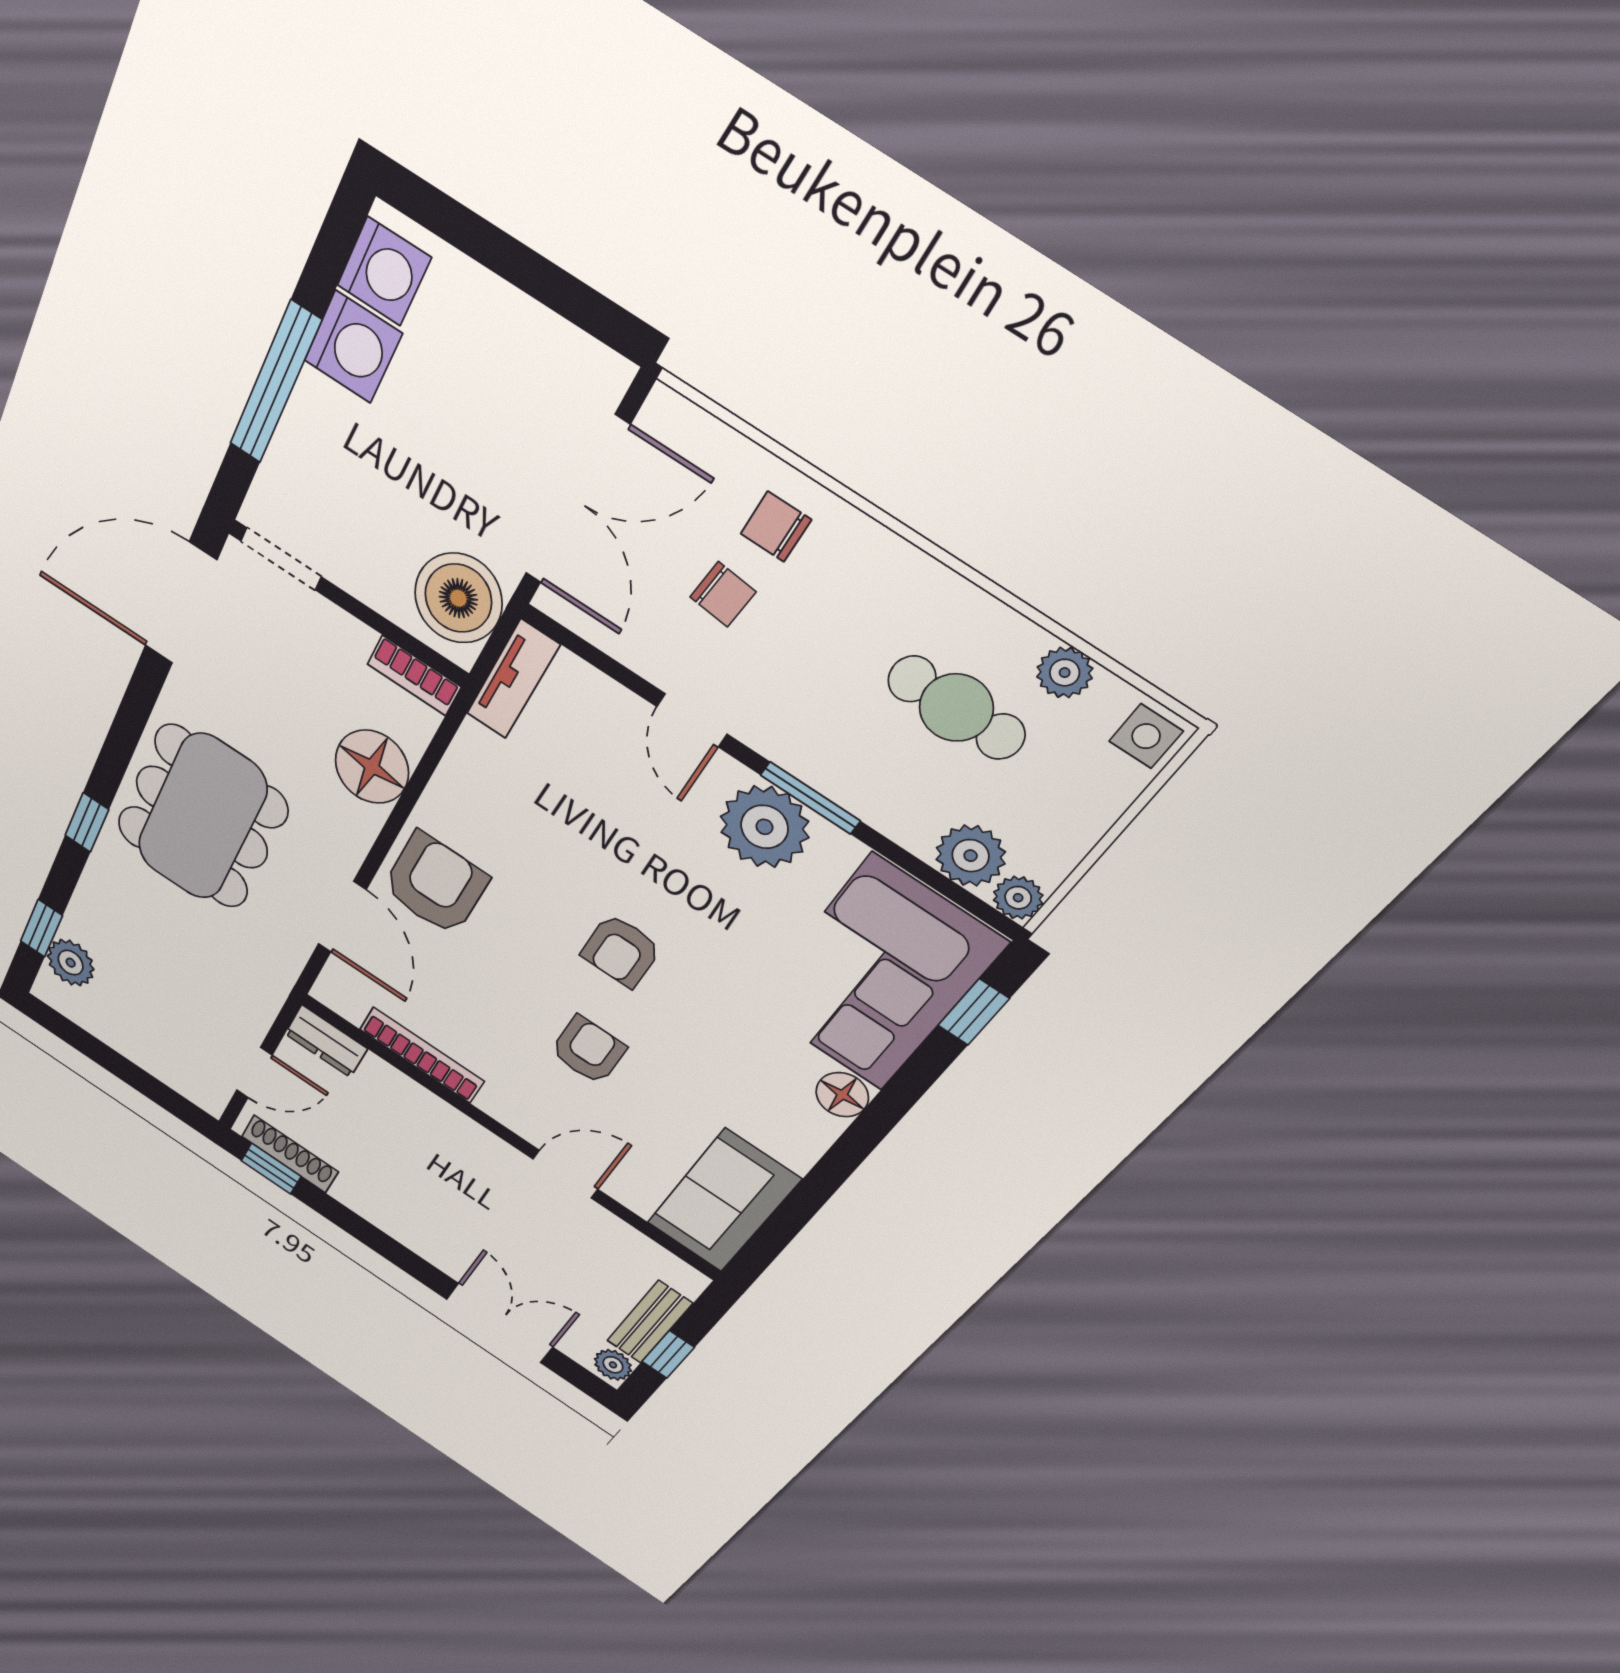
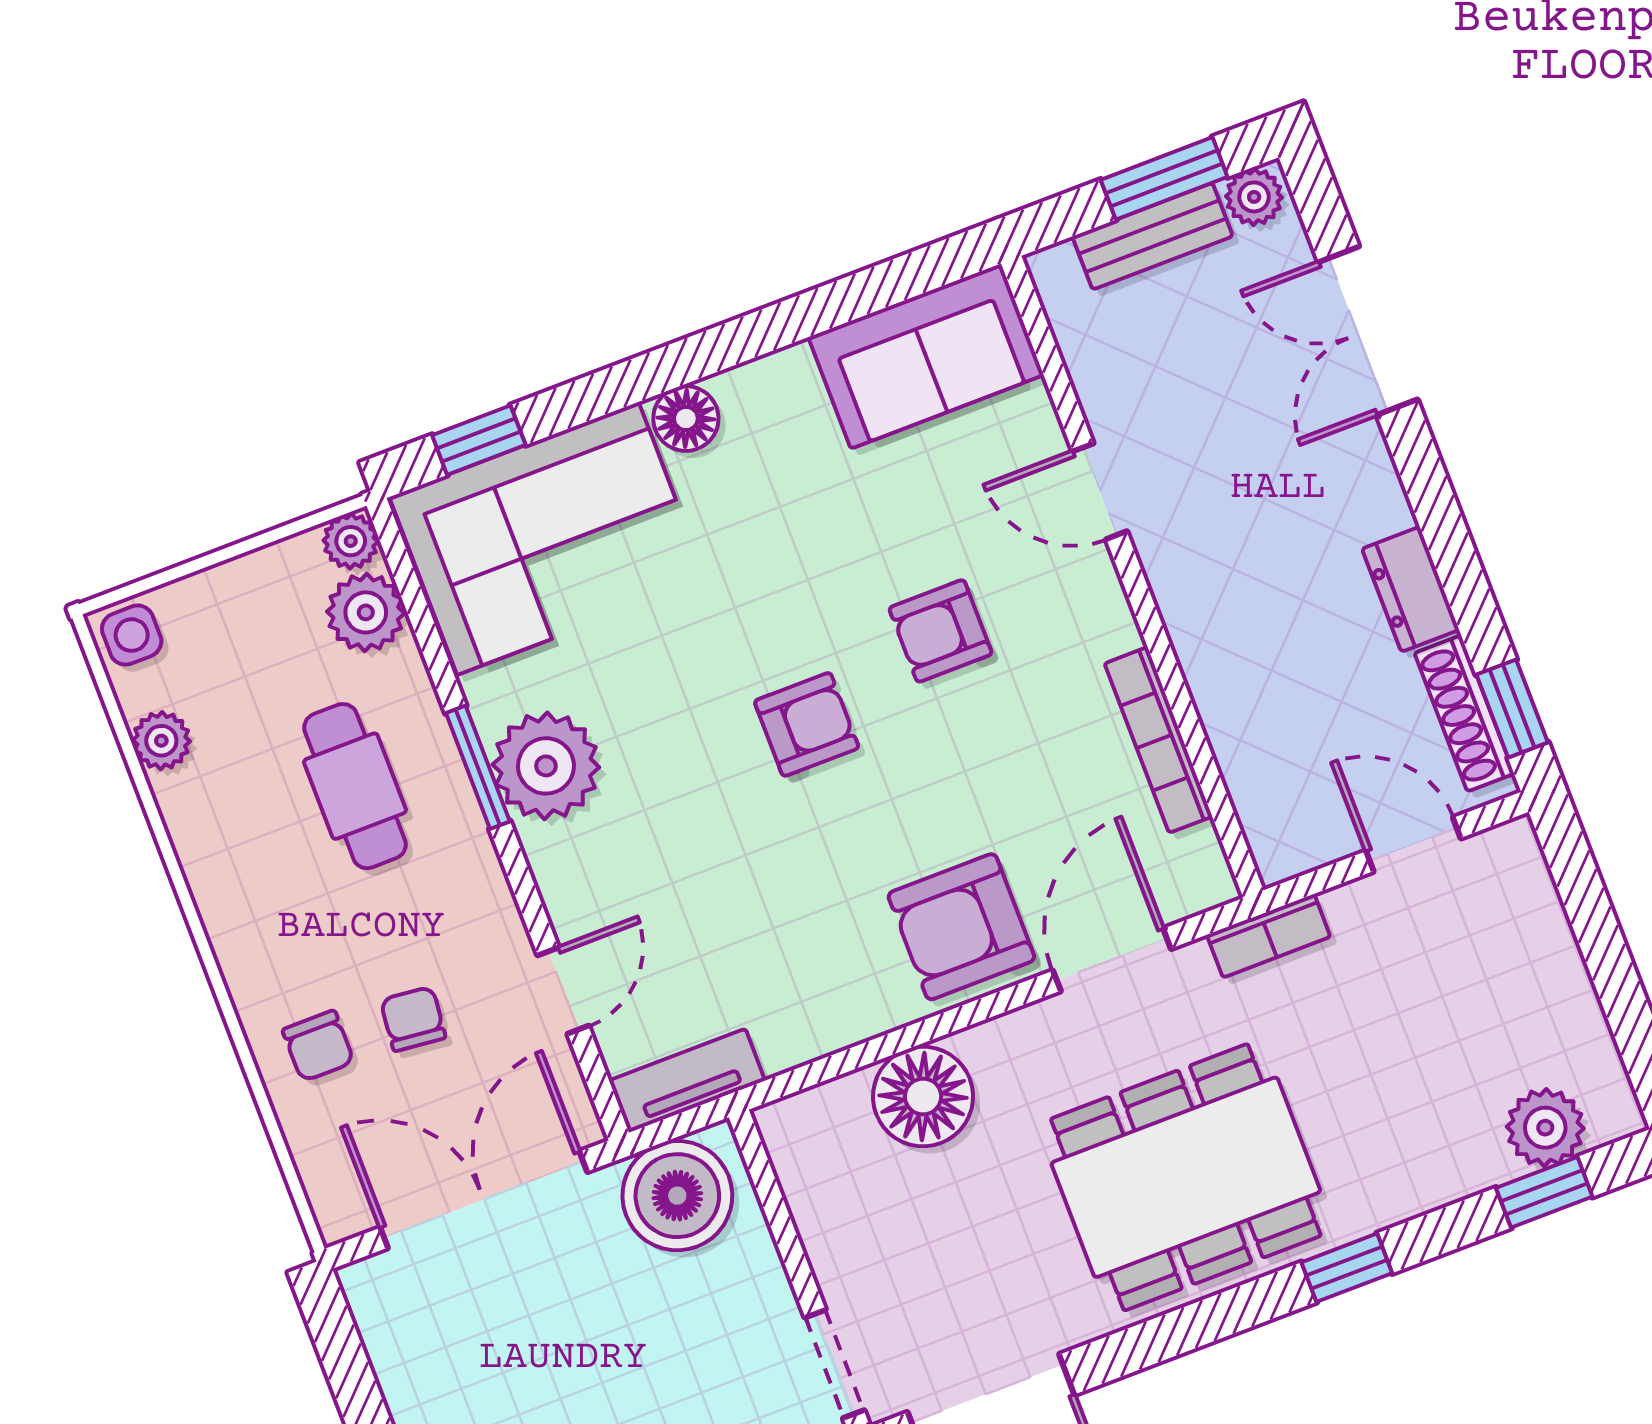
bookcase: (414, 675) -> (1269, 936), moved, turned 90
cafe table: (956, 708) -> (355, 786), moved
door: (692, 720) -> (563, 991), moved
dresser: (326, 1041) -> (1411, 589), moved, turned 180
window: (668, 1354) -> (1164, 178), width x1.50

